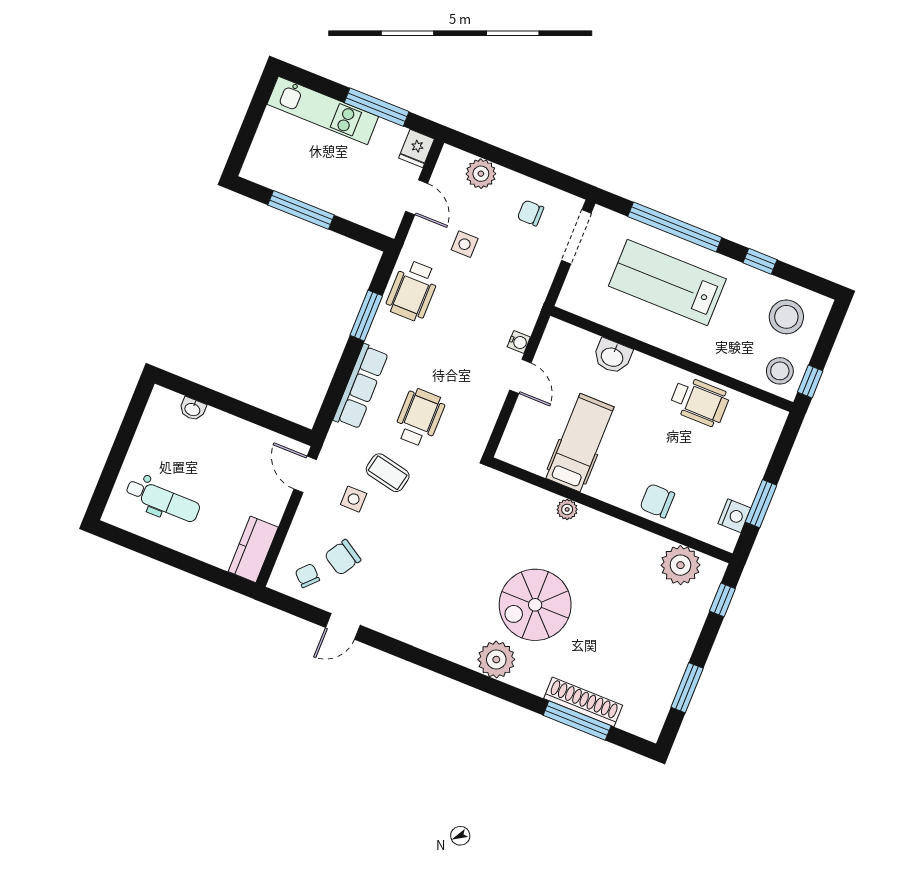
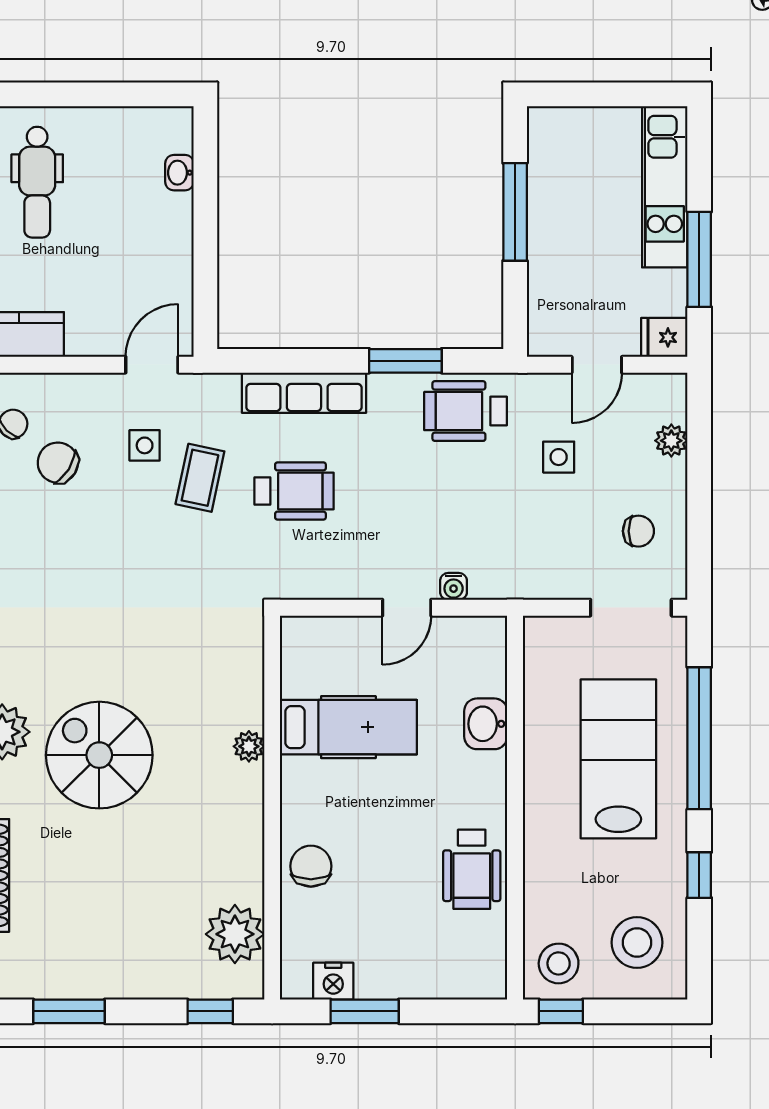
plant: (481, 174) -> (671, 441), width x0.73, depth x0.73
chair: (531, 213) -> (638, 531), turned 90

